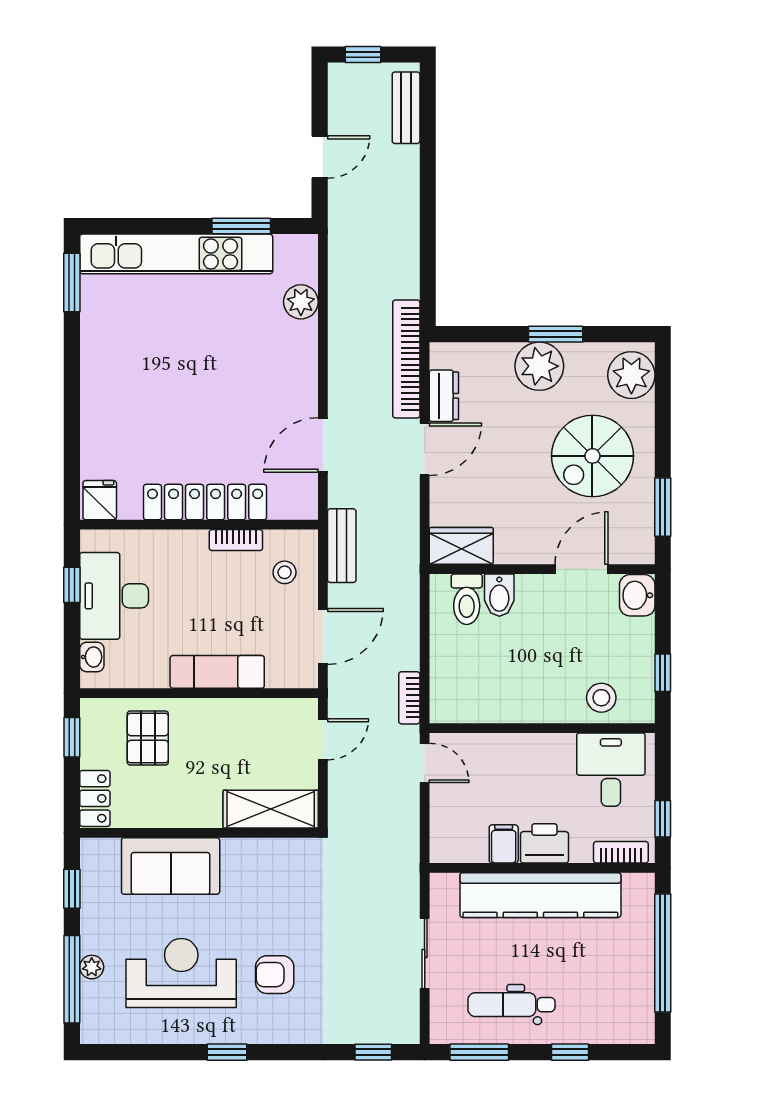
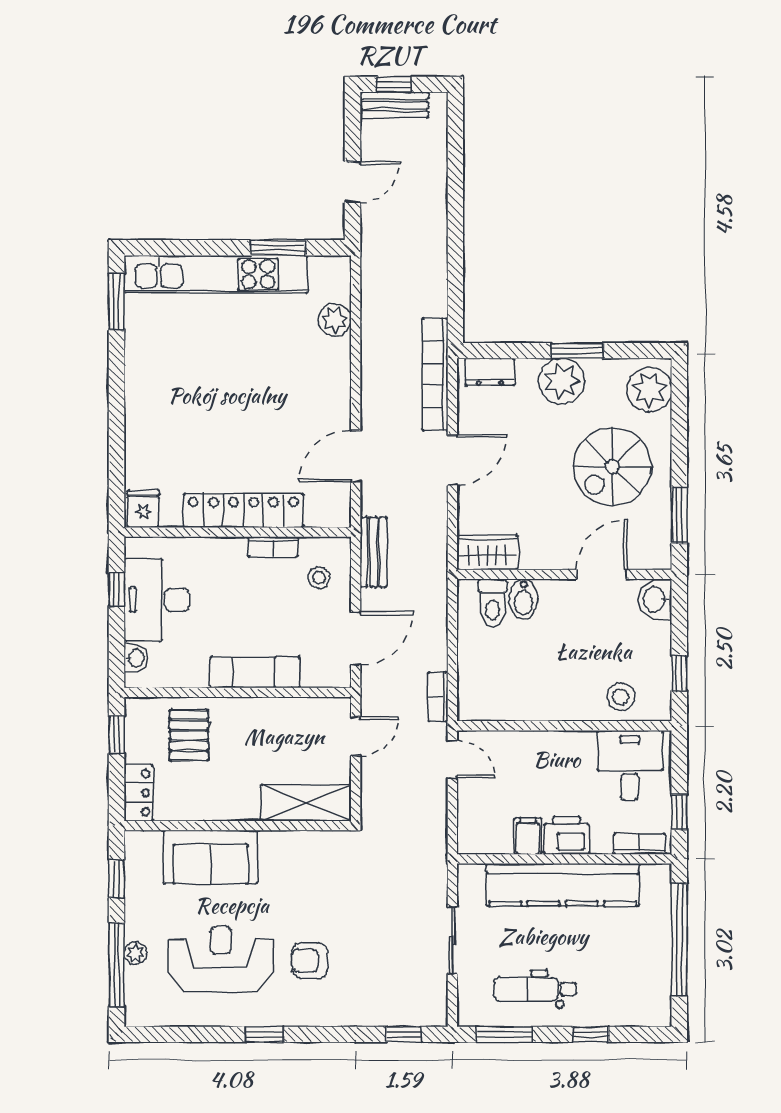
bench: (406, 108) -> (394, 105), moved, turned 90
dresser: (444, 396) -> (490, 372), moved, turned 90

